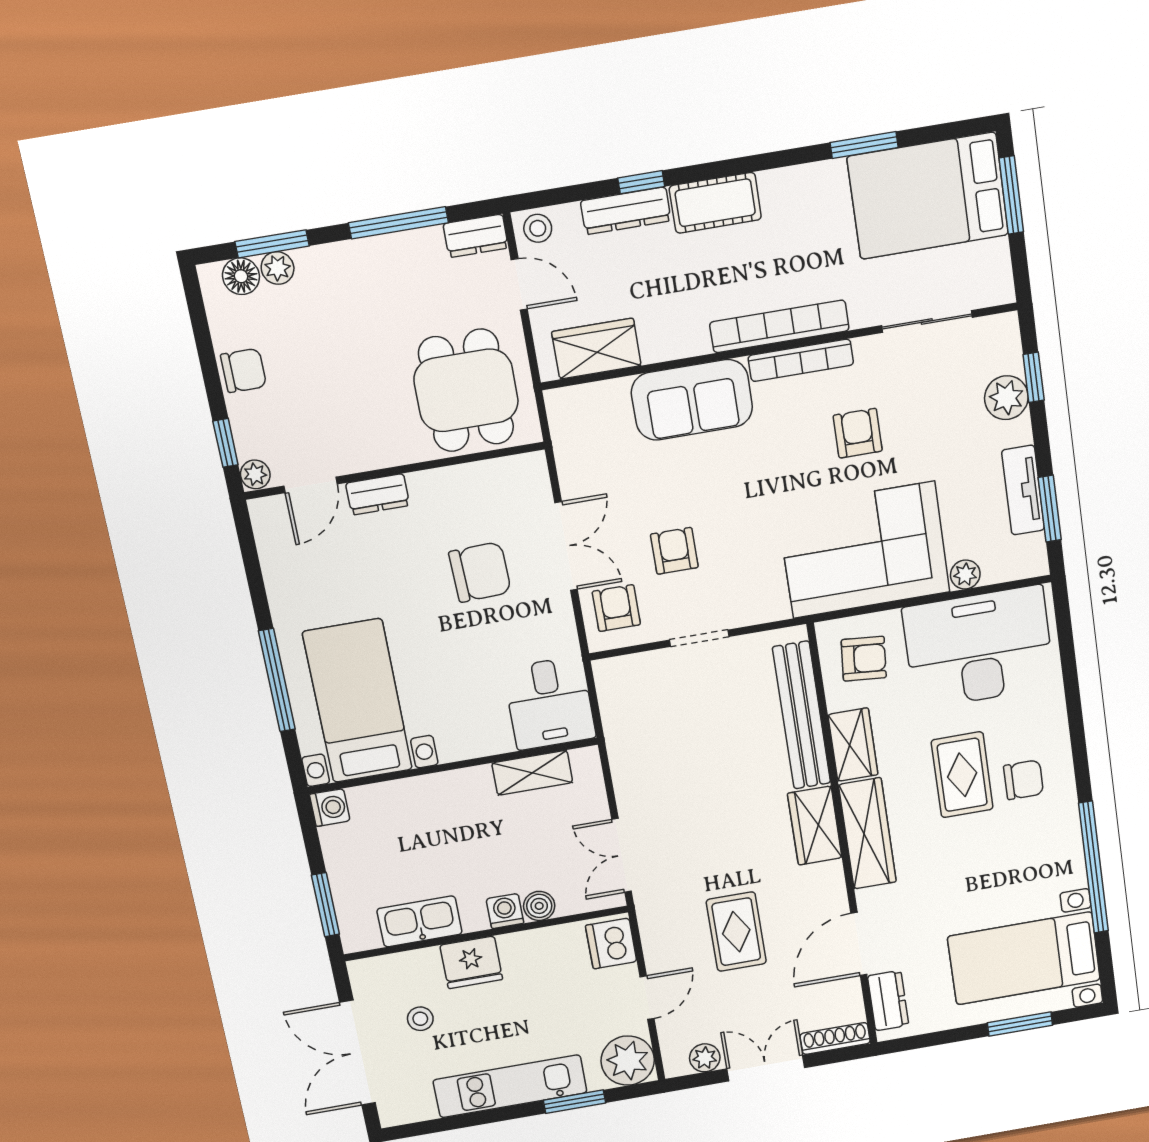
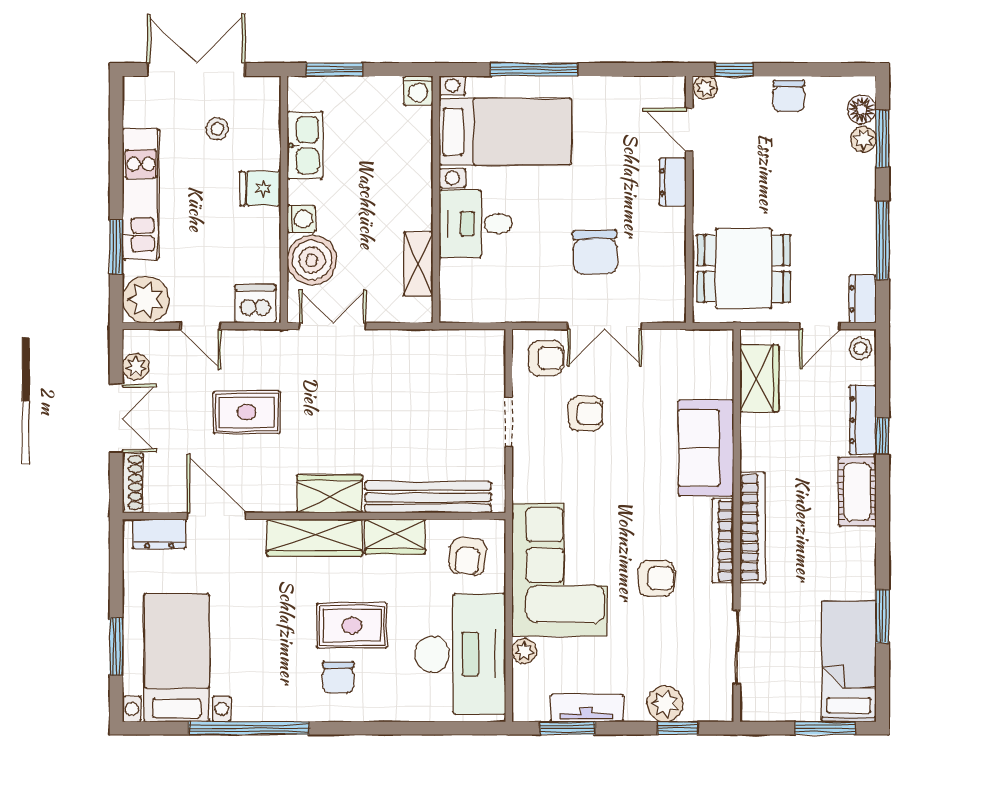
bed: (928, 196) -> (849, 661), width x0.67
desk: (550, 703) -> (476, 224), moved
boiler: (539, 906) -> (312, 260), width x1.86, depth x1.86
fridge: (471, 962) -> (260, 189), width x0.72

